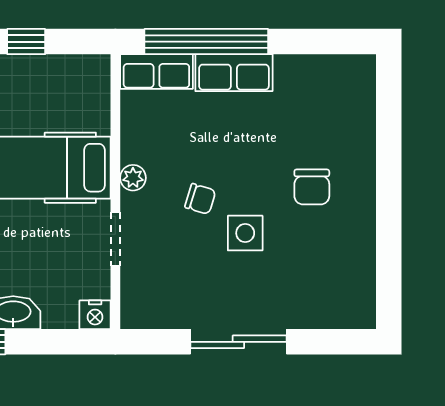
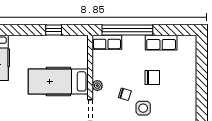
row of seats: (234, 73) -> (161, 43), moved
chair: (312, 187) -> (152, 78), moved, turned -90

